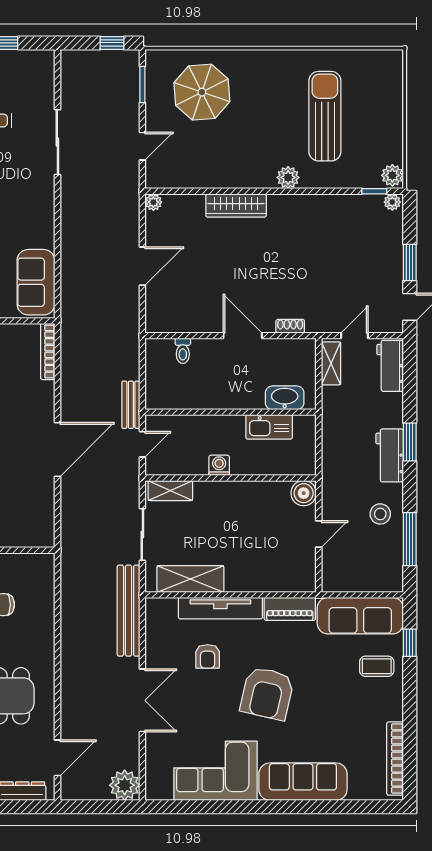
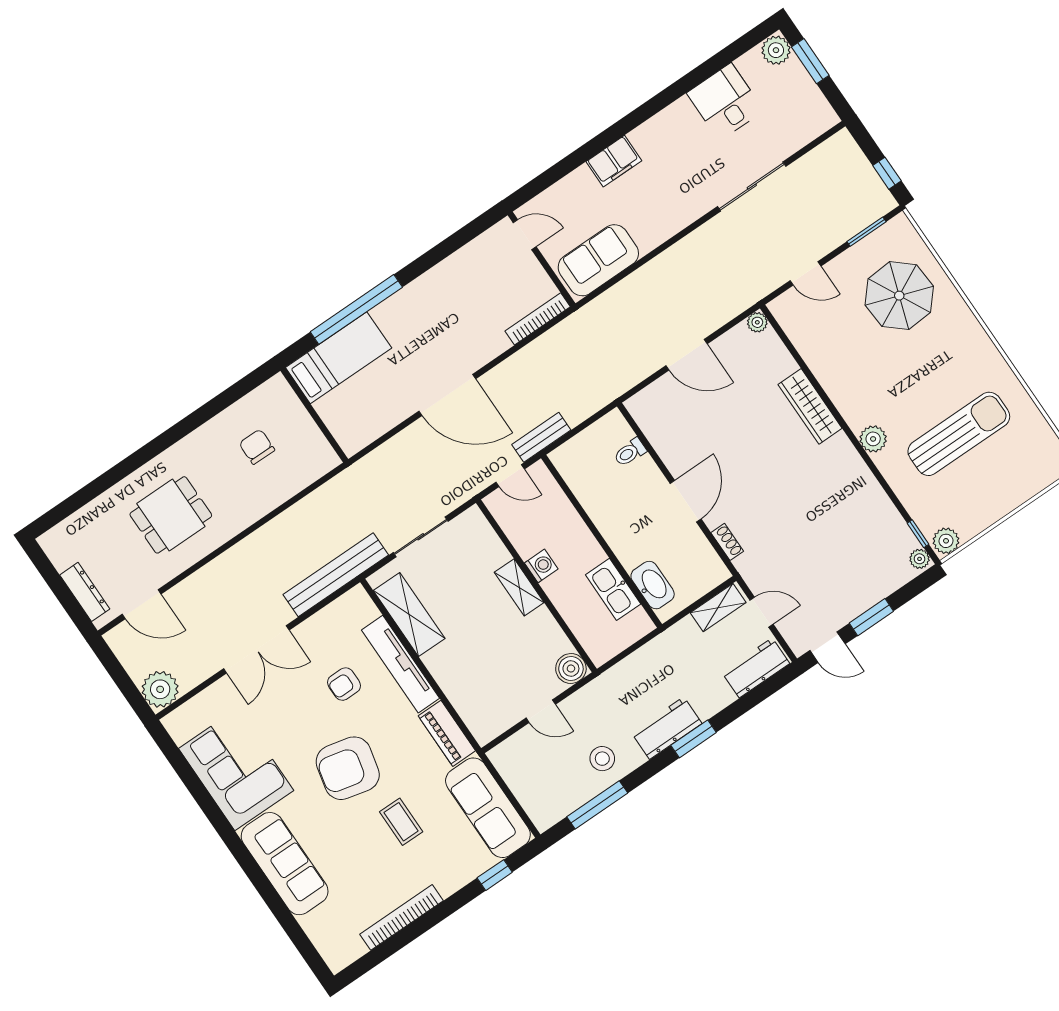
shelving: (170, 491) -> (519, 587), moved
coffee table: (377, 666) -> (401, 822), moved
bookcase: (395, 759) -> (402, 917), moved

